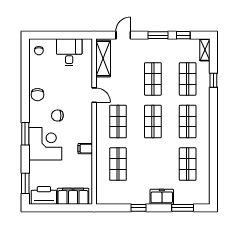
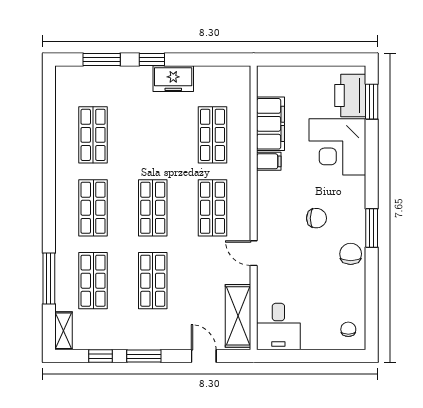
door: (123, 35) -> (204, 356), swing flipped
desk: (69, 52) -> (278, 327), moved
window: (213, 80) -> (49, 278), width x2.17
window: (25, 134) -> (372, 228), moved
corner desk: (45, 144) -> (337, 147), moved
printer: (44, 195) -> (350, 96), moved, turned 90
filing cabinet: (73, 196) -> (271, 124), moved, turned -90
freezer: (162, 197) -> (173, 79), moved
window: (139, 208) -> (152, 60), moved

